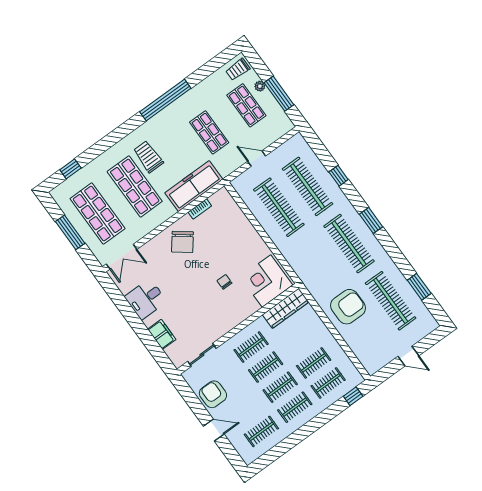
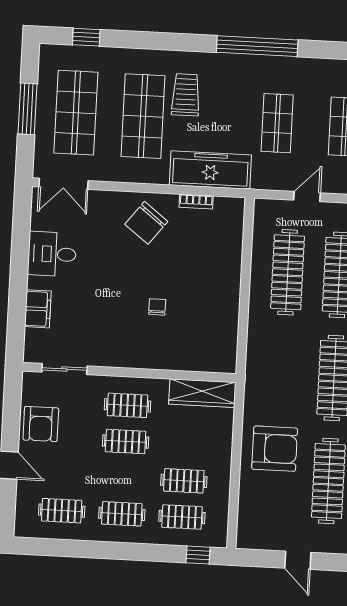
door: (257, 159) -> (307, 197), hinge flipped
corner desk: (266, 281) -> (206, 345), removed
clothes rail: (280, 387) -> (124, 478), removed
armchair: (213, 394) -> (41, 424), turned 180

